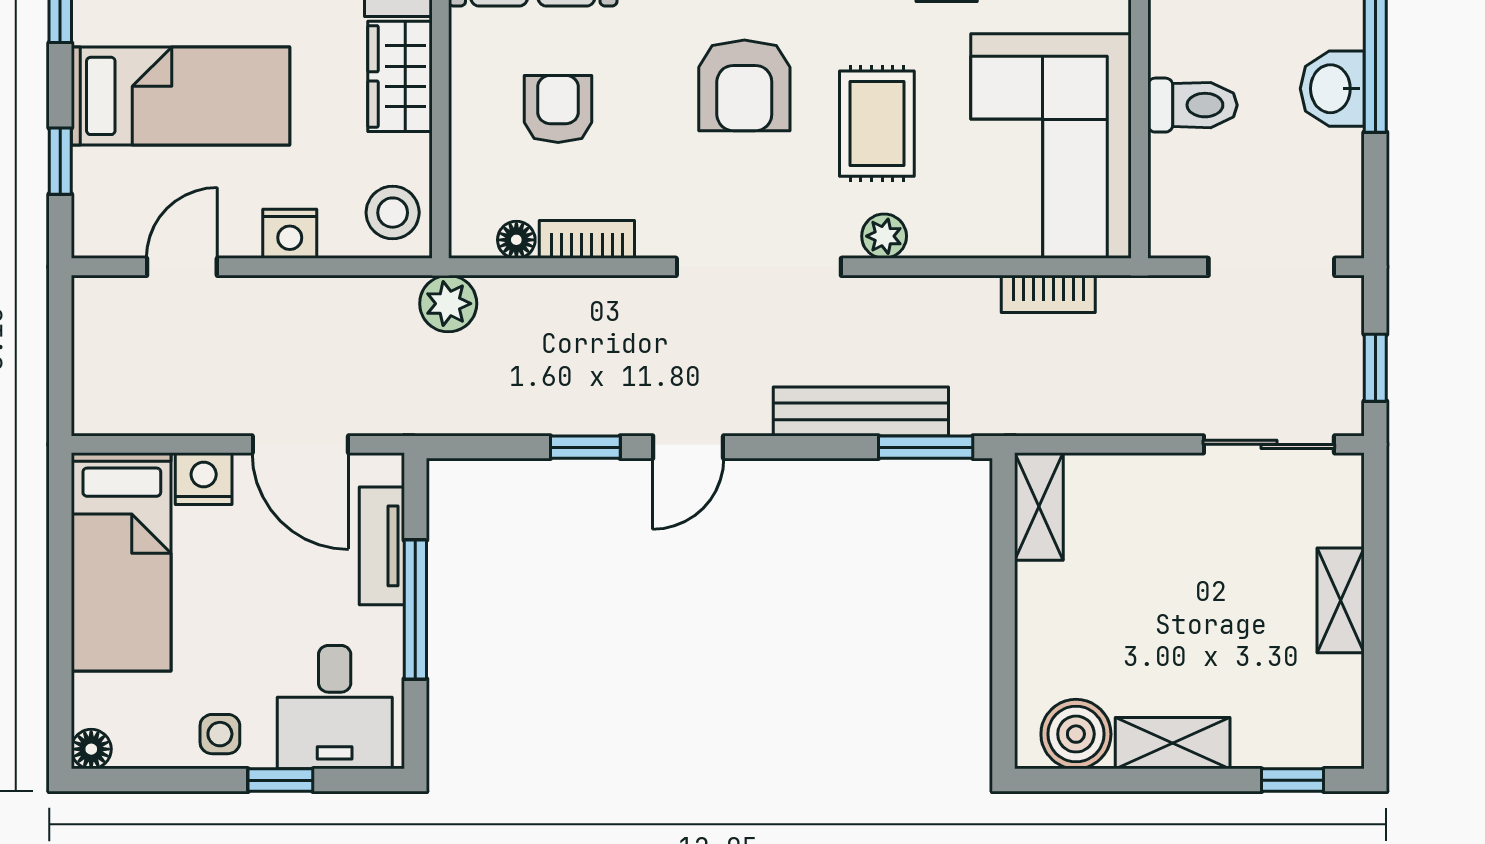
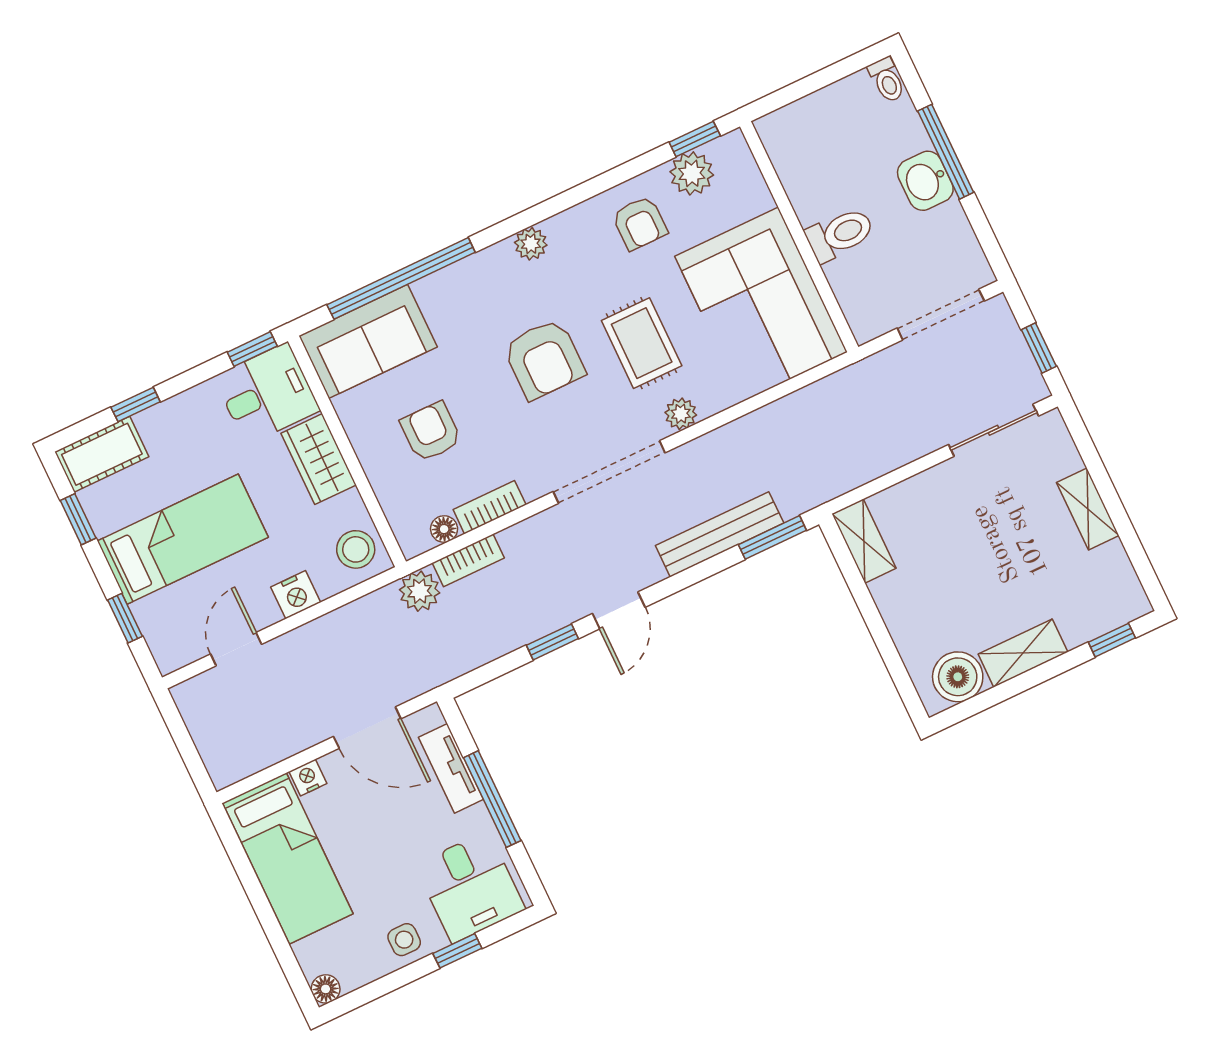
bookcase: (1048, 294) -> (468, 560), moved
nightstand: (204, 479) -> (308, 778), width x0.72, depth x0.74

